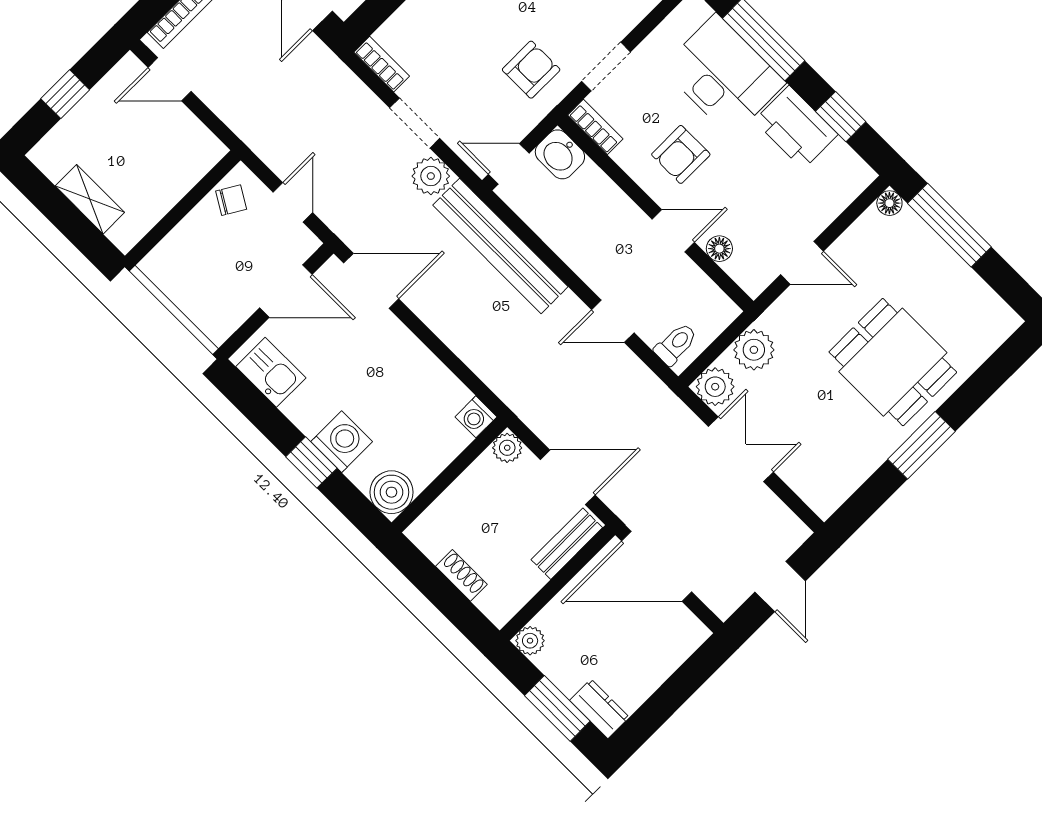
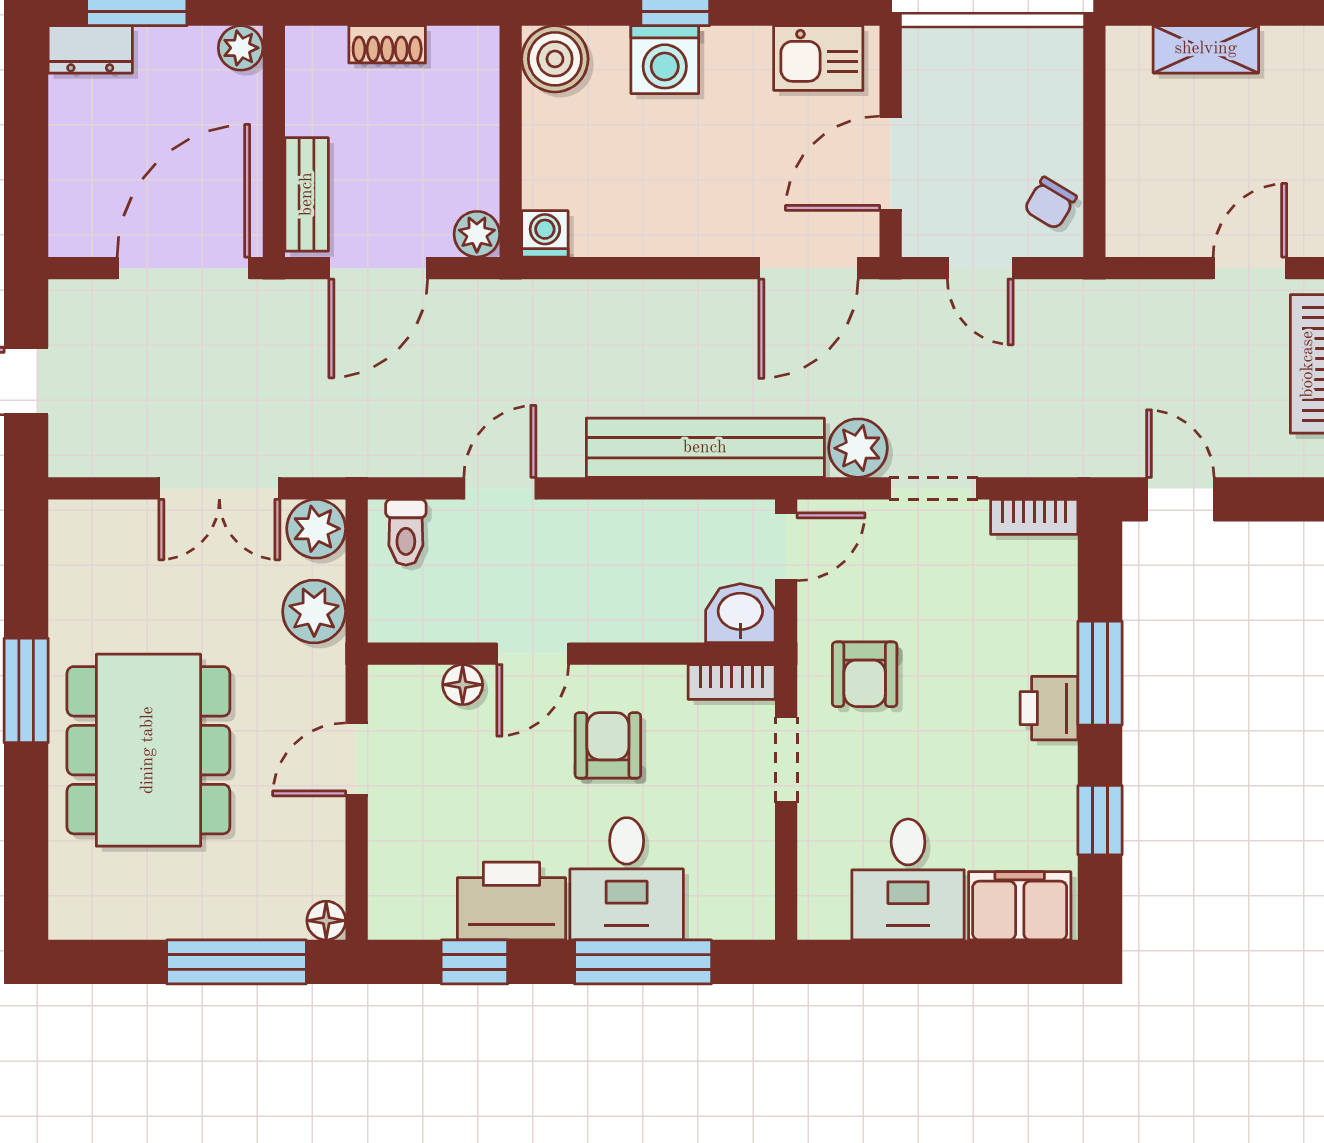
desk: (724, 75) -> (627, 879), width x0.73
dining table: (893, 362) -> (148, 750), width x1.38

